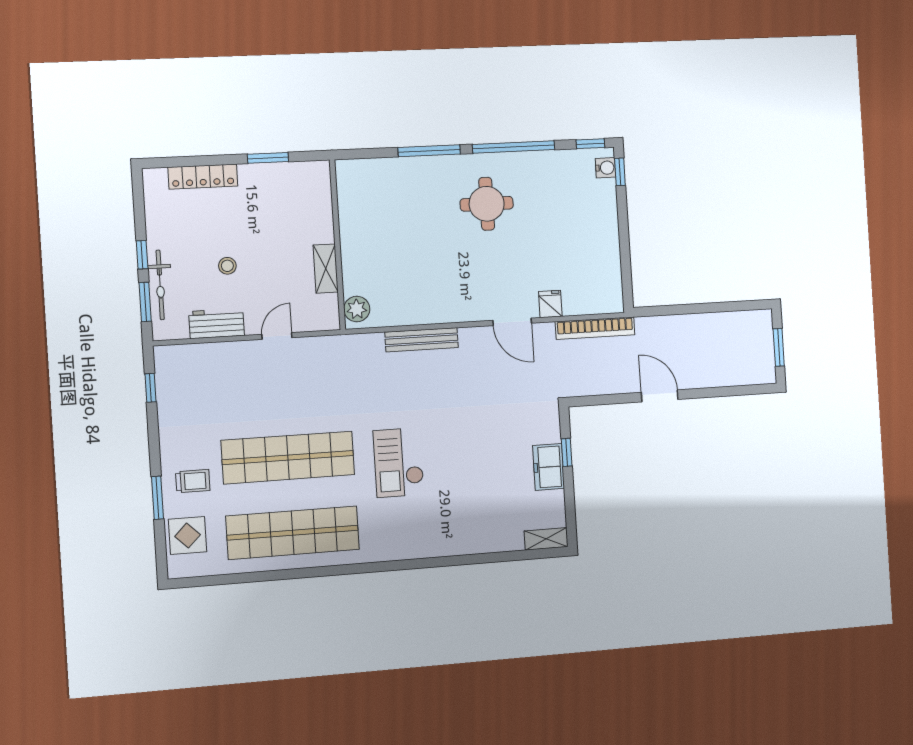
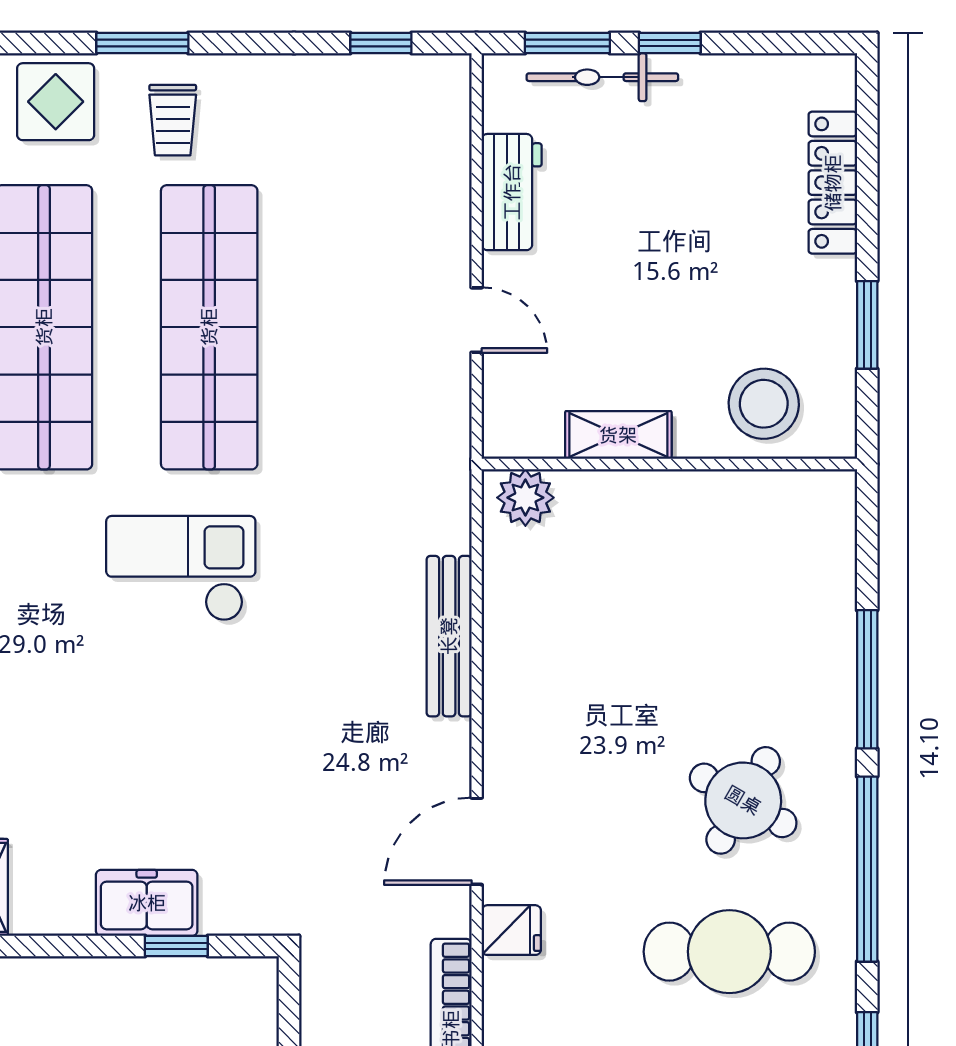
round table: (487, 204) -> (743, 800), turned 30
cafe table: (554, 207) -> (729, 952), added
stool: (227, 266) -> (764, 404), moved, width x1.89, depth x1.89

